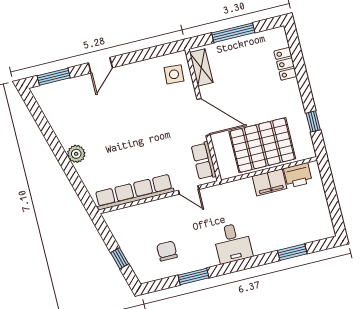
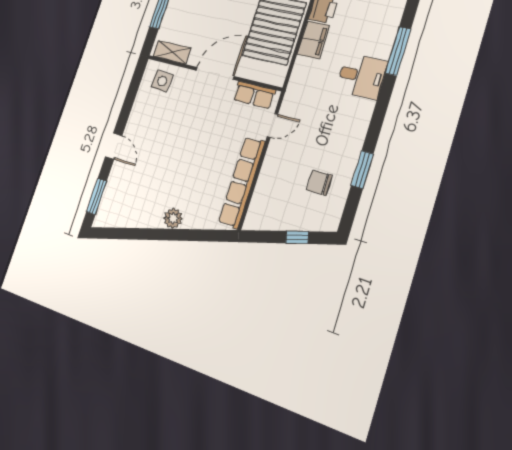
desk: (233, 243) -> (362, 76), moved
window: (292, 252) -> (398, 51), width x1.44

